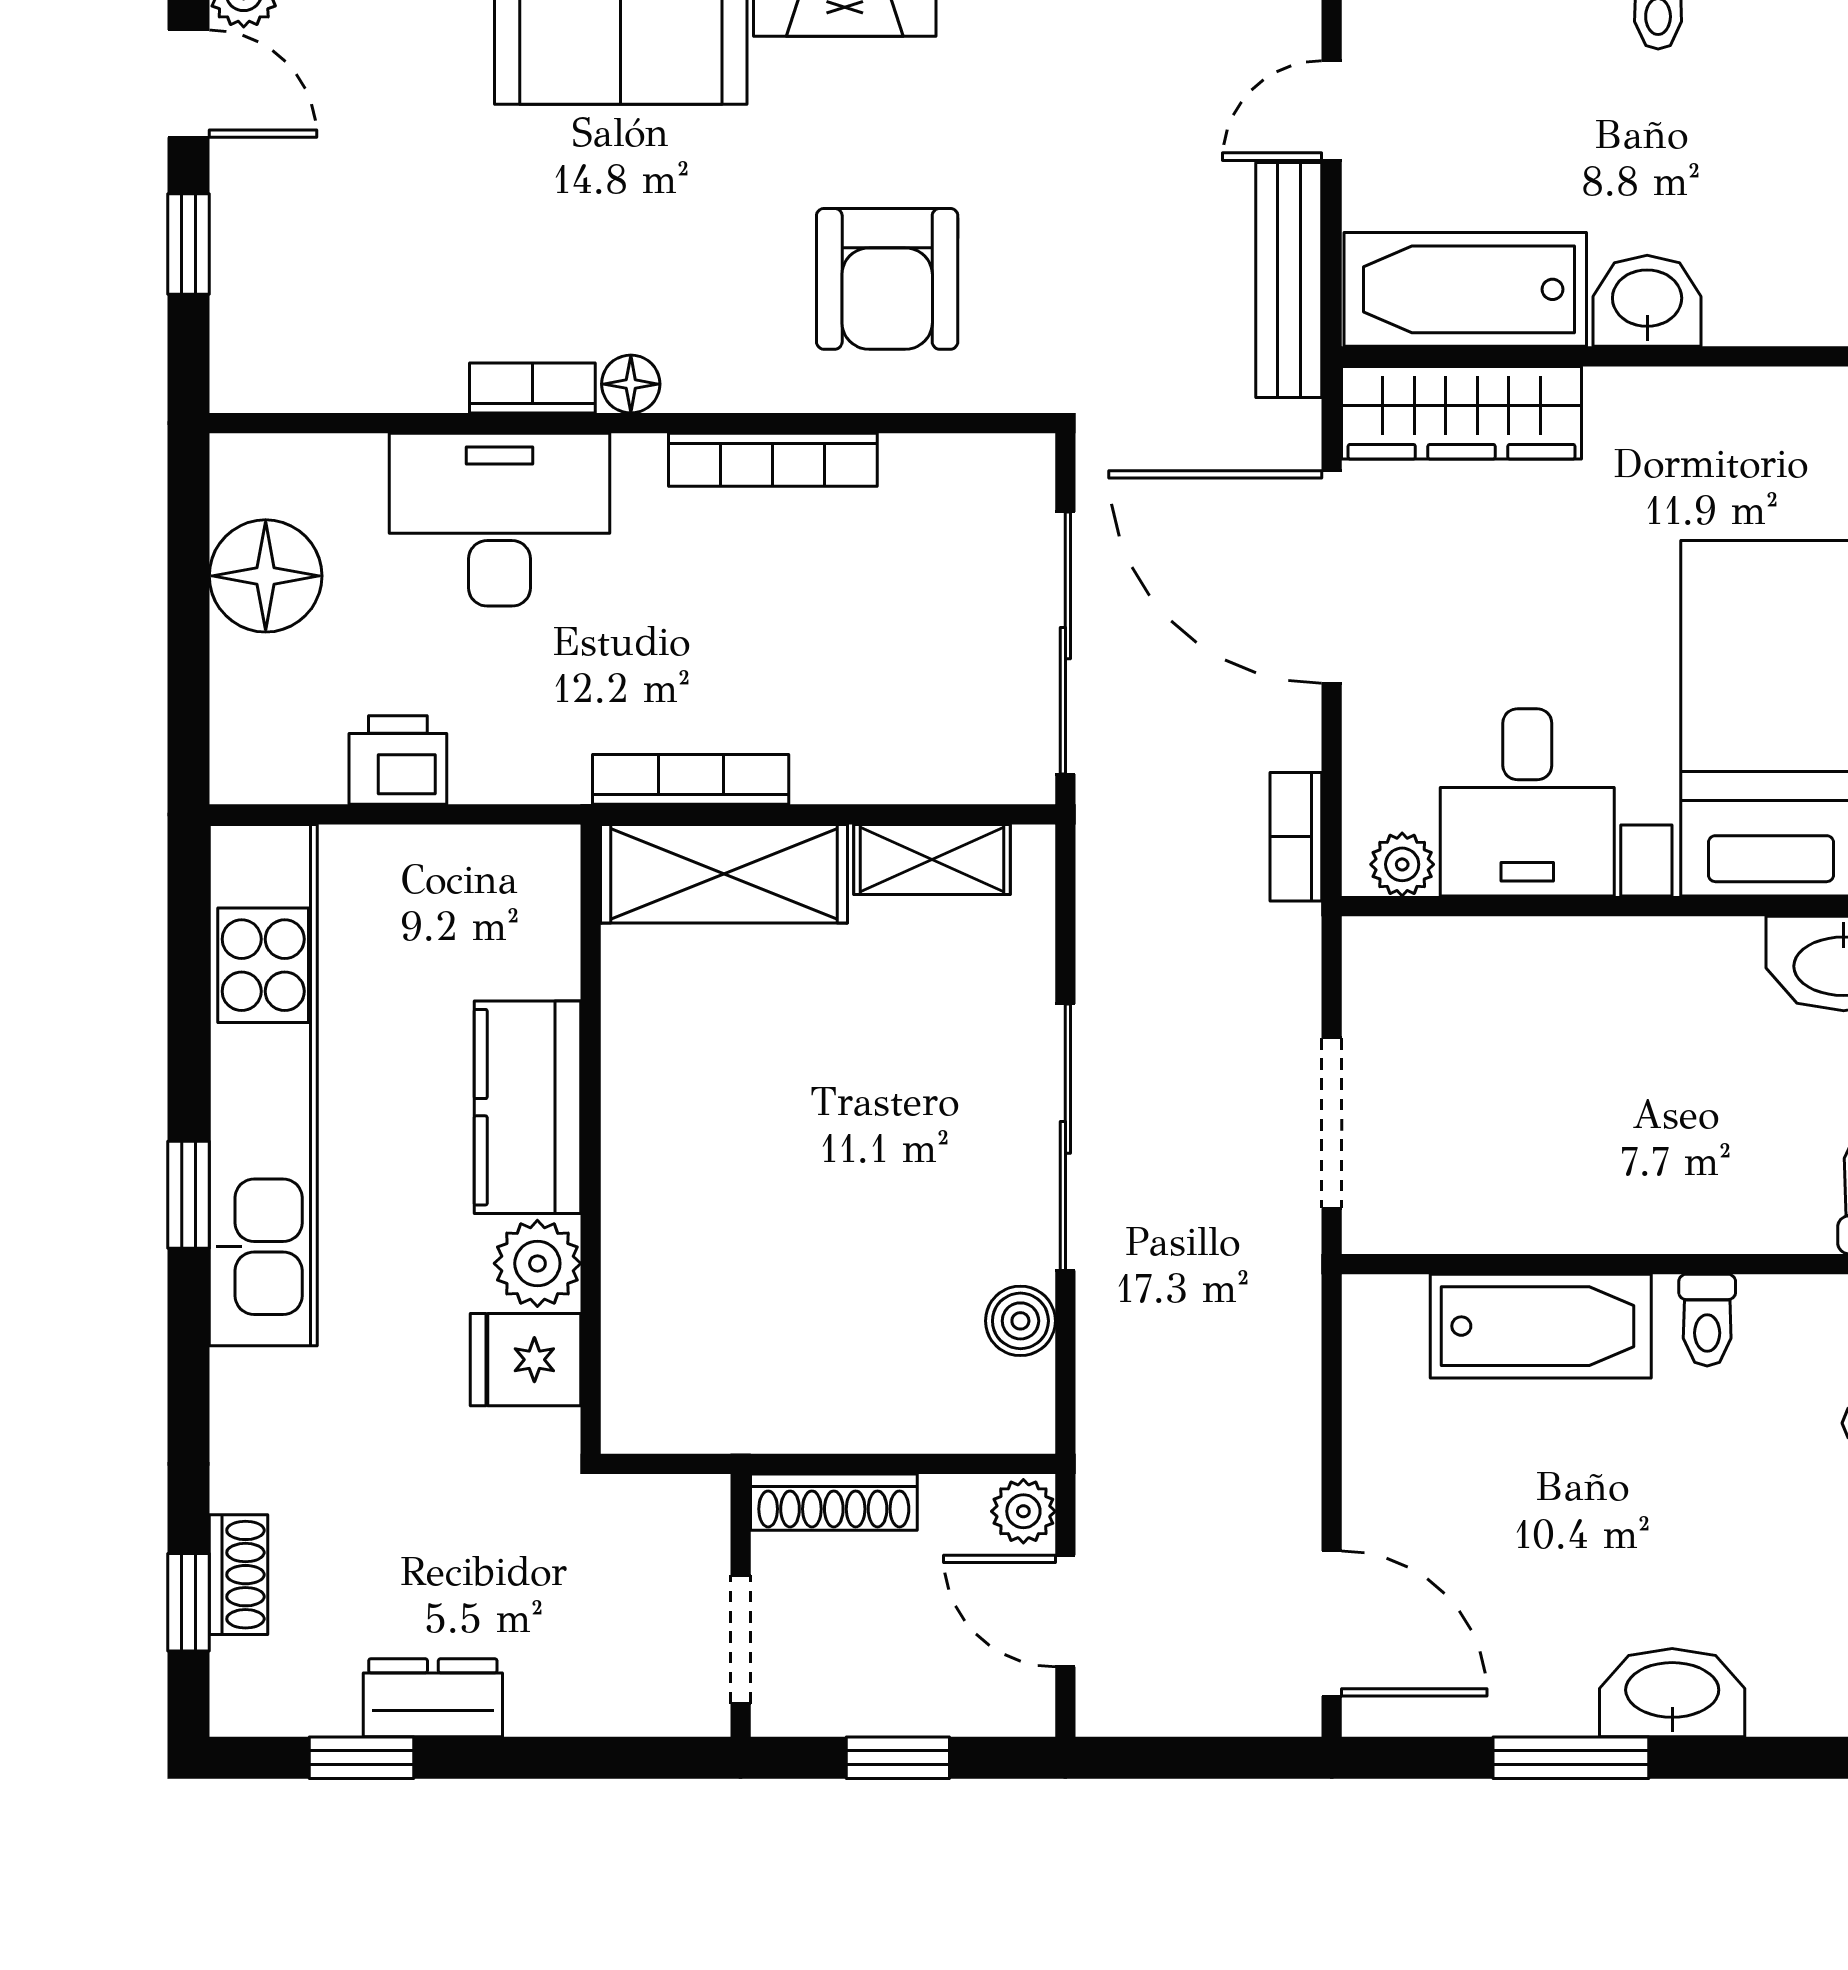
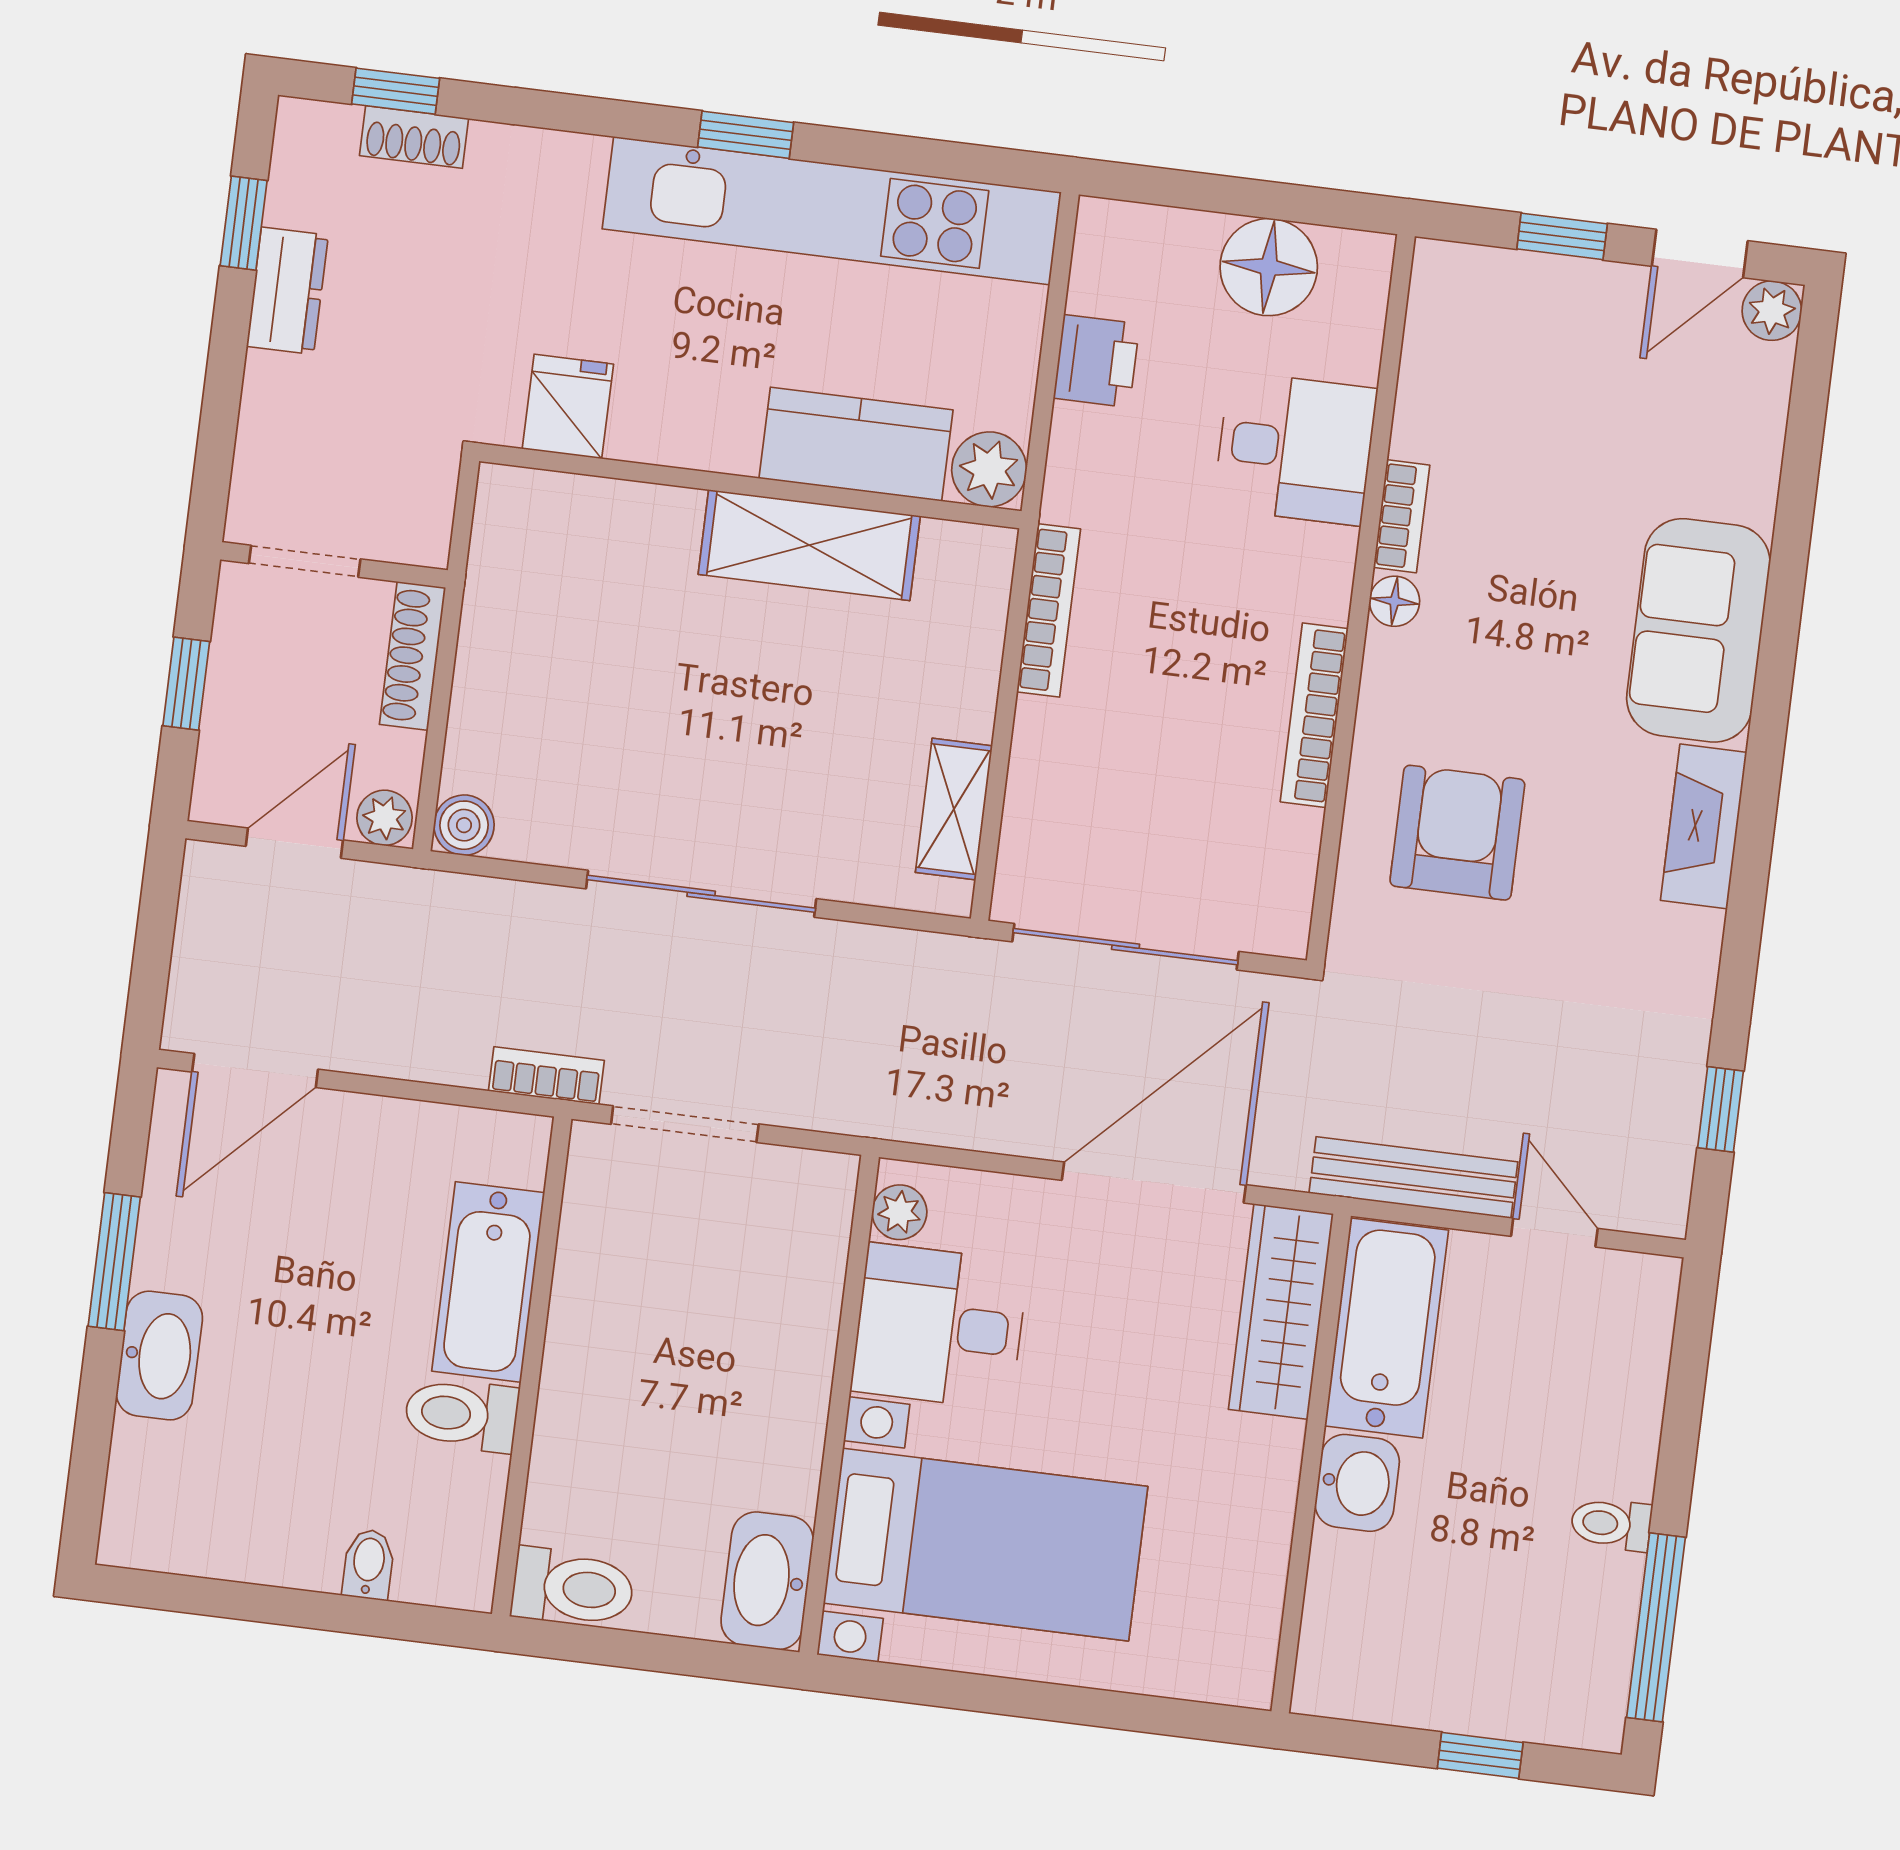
armchair: (887, 279) -> (1457, 833), turned 90
desk: (500, 520) -> (1295, 448), width x0.73
bookcase: (1296, 837) -> (546, 1076), moved
shelving: (724, 874) -> (809, 545), moved, turned 90
kitchen counter: (528, 1107) -> (856, 444), moved
plant: (537, 1263) -> (989, 469), moved
toilet: (1707, 1320) -> (461, 1415), width x1.37, depth x1.39
boiler: (1020, 1321) -> (464, 825), moved

